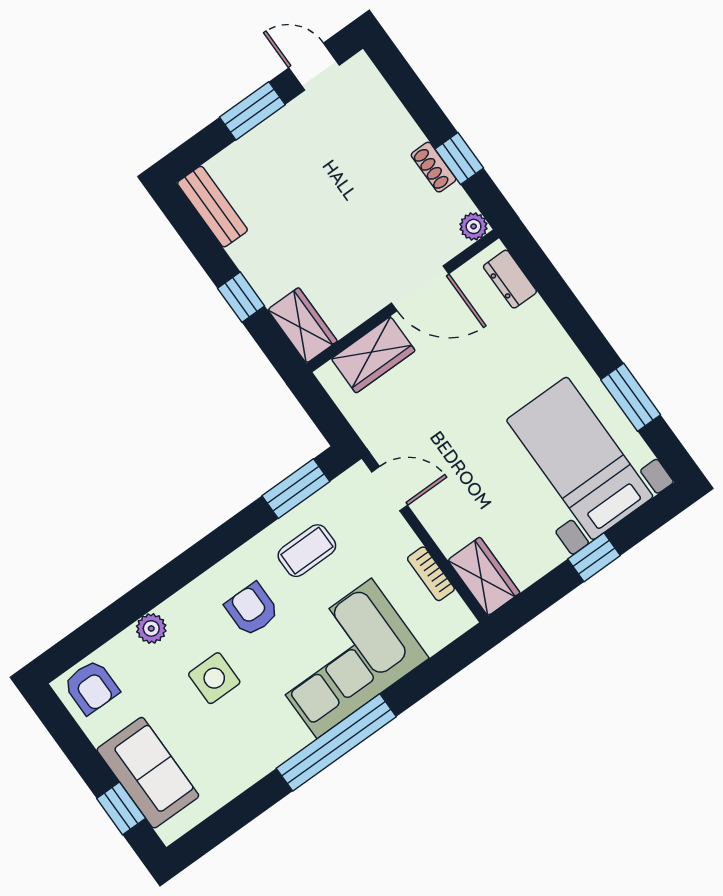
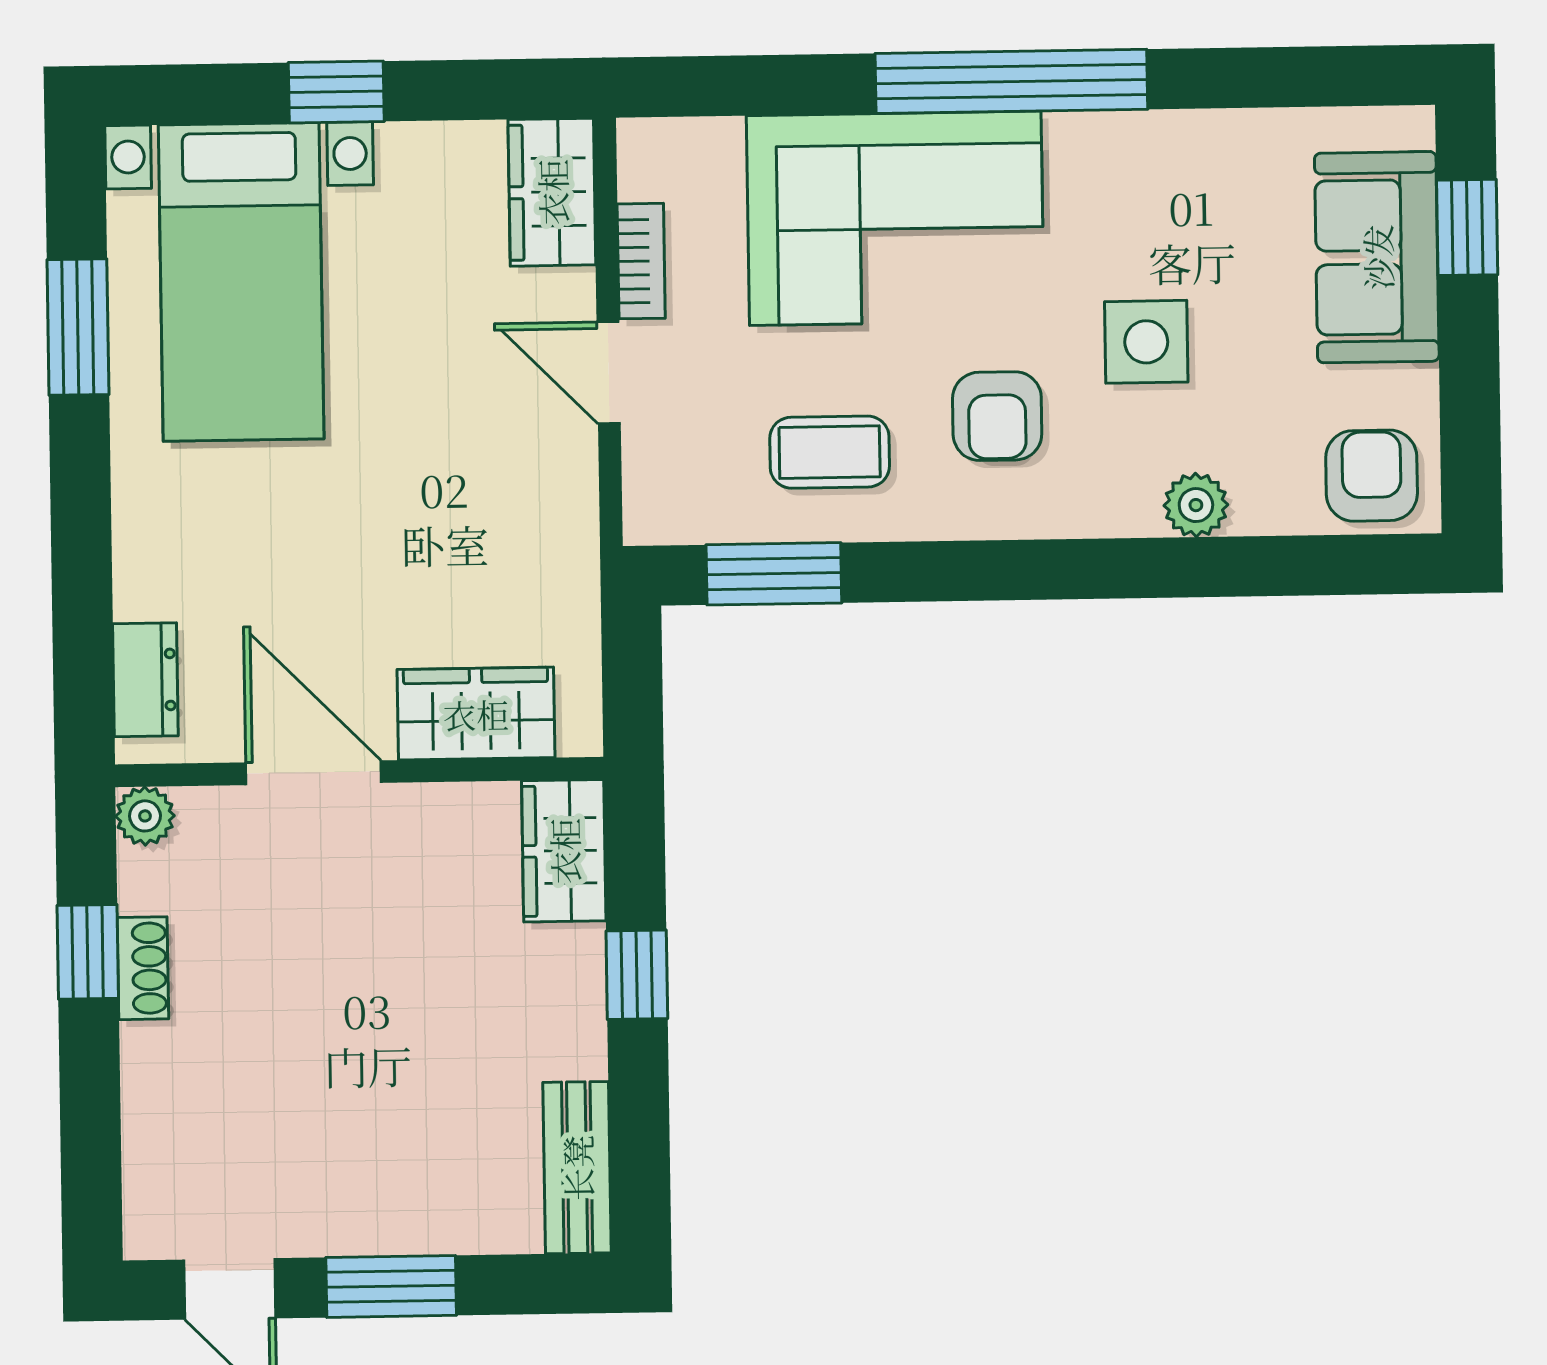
door: (390, 489) -> (609, 373), moved

